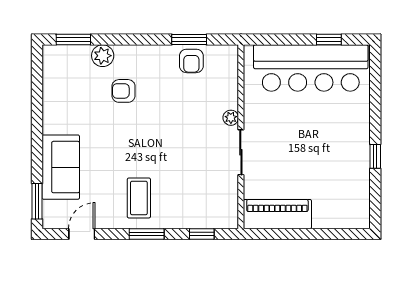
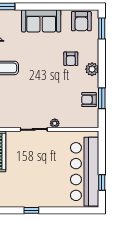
plant: (103, 56) -> (92, 69), moved
armchair: (61, 73) -> (81, 21), added
armchair: (124, 91) -> (71, 59), turned 180
sofa: (61, 167) -> (41, 21), moved

